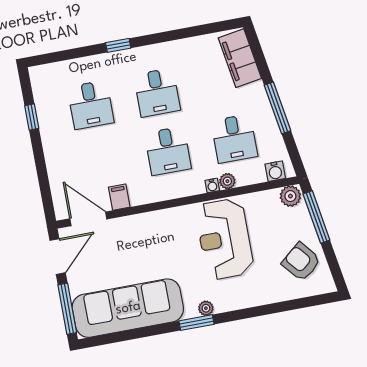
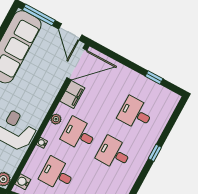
plant: (227, 181) -> (56, 119), moved
filing cabinet: (119, 197) -> (72, 95), width x2.00
door: (88, 219) -> (77, 64), width x1.36

